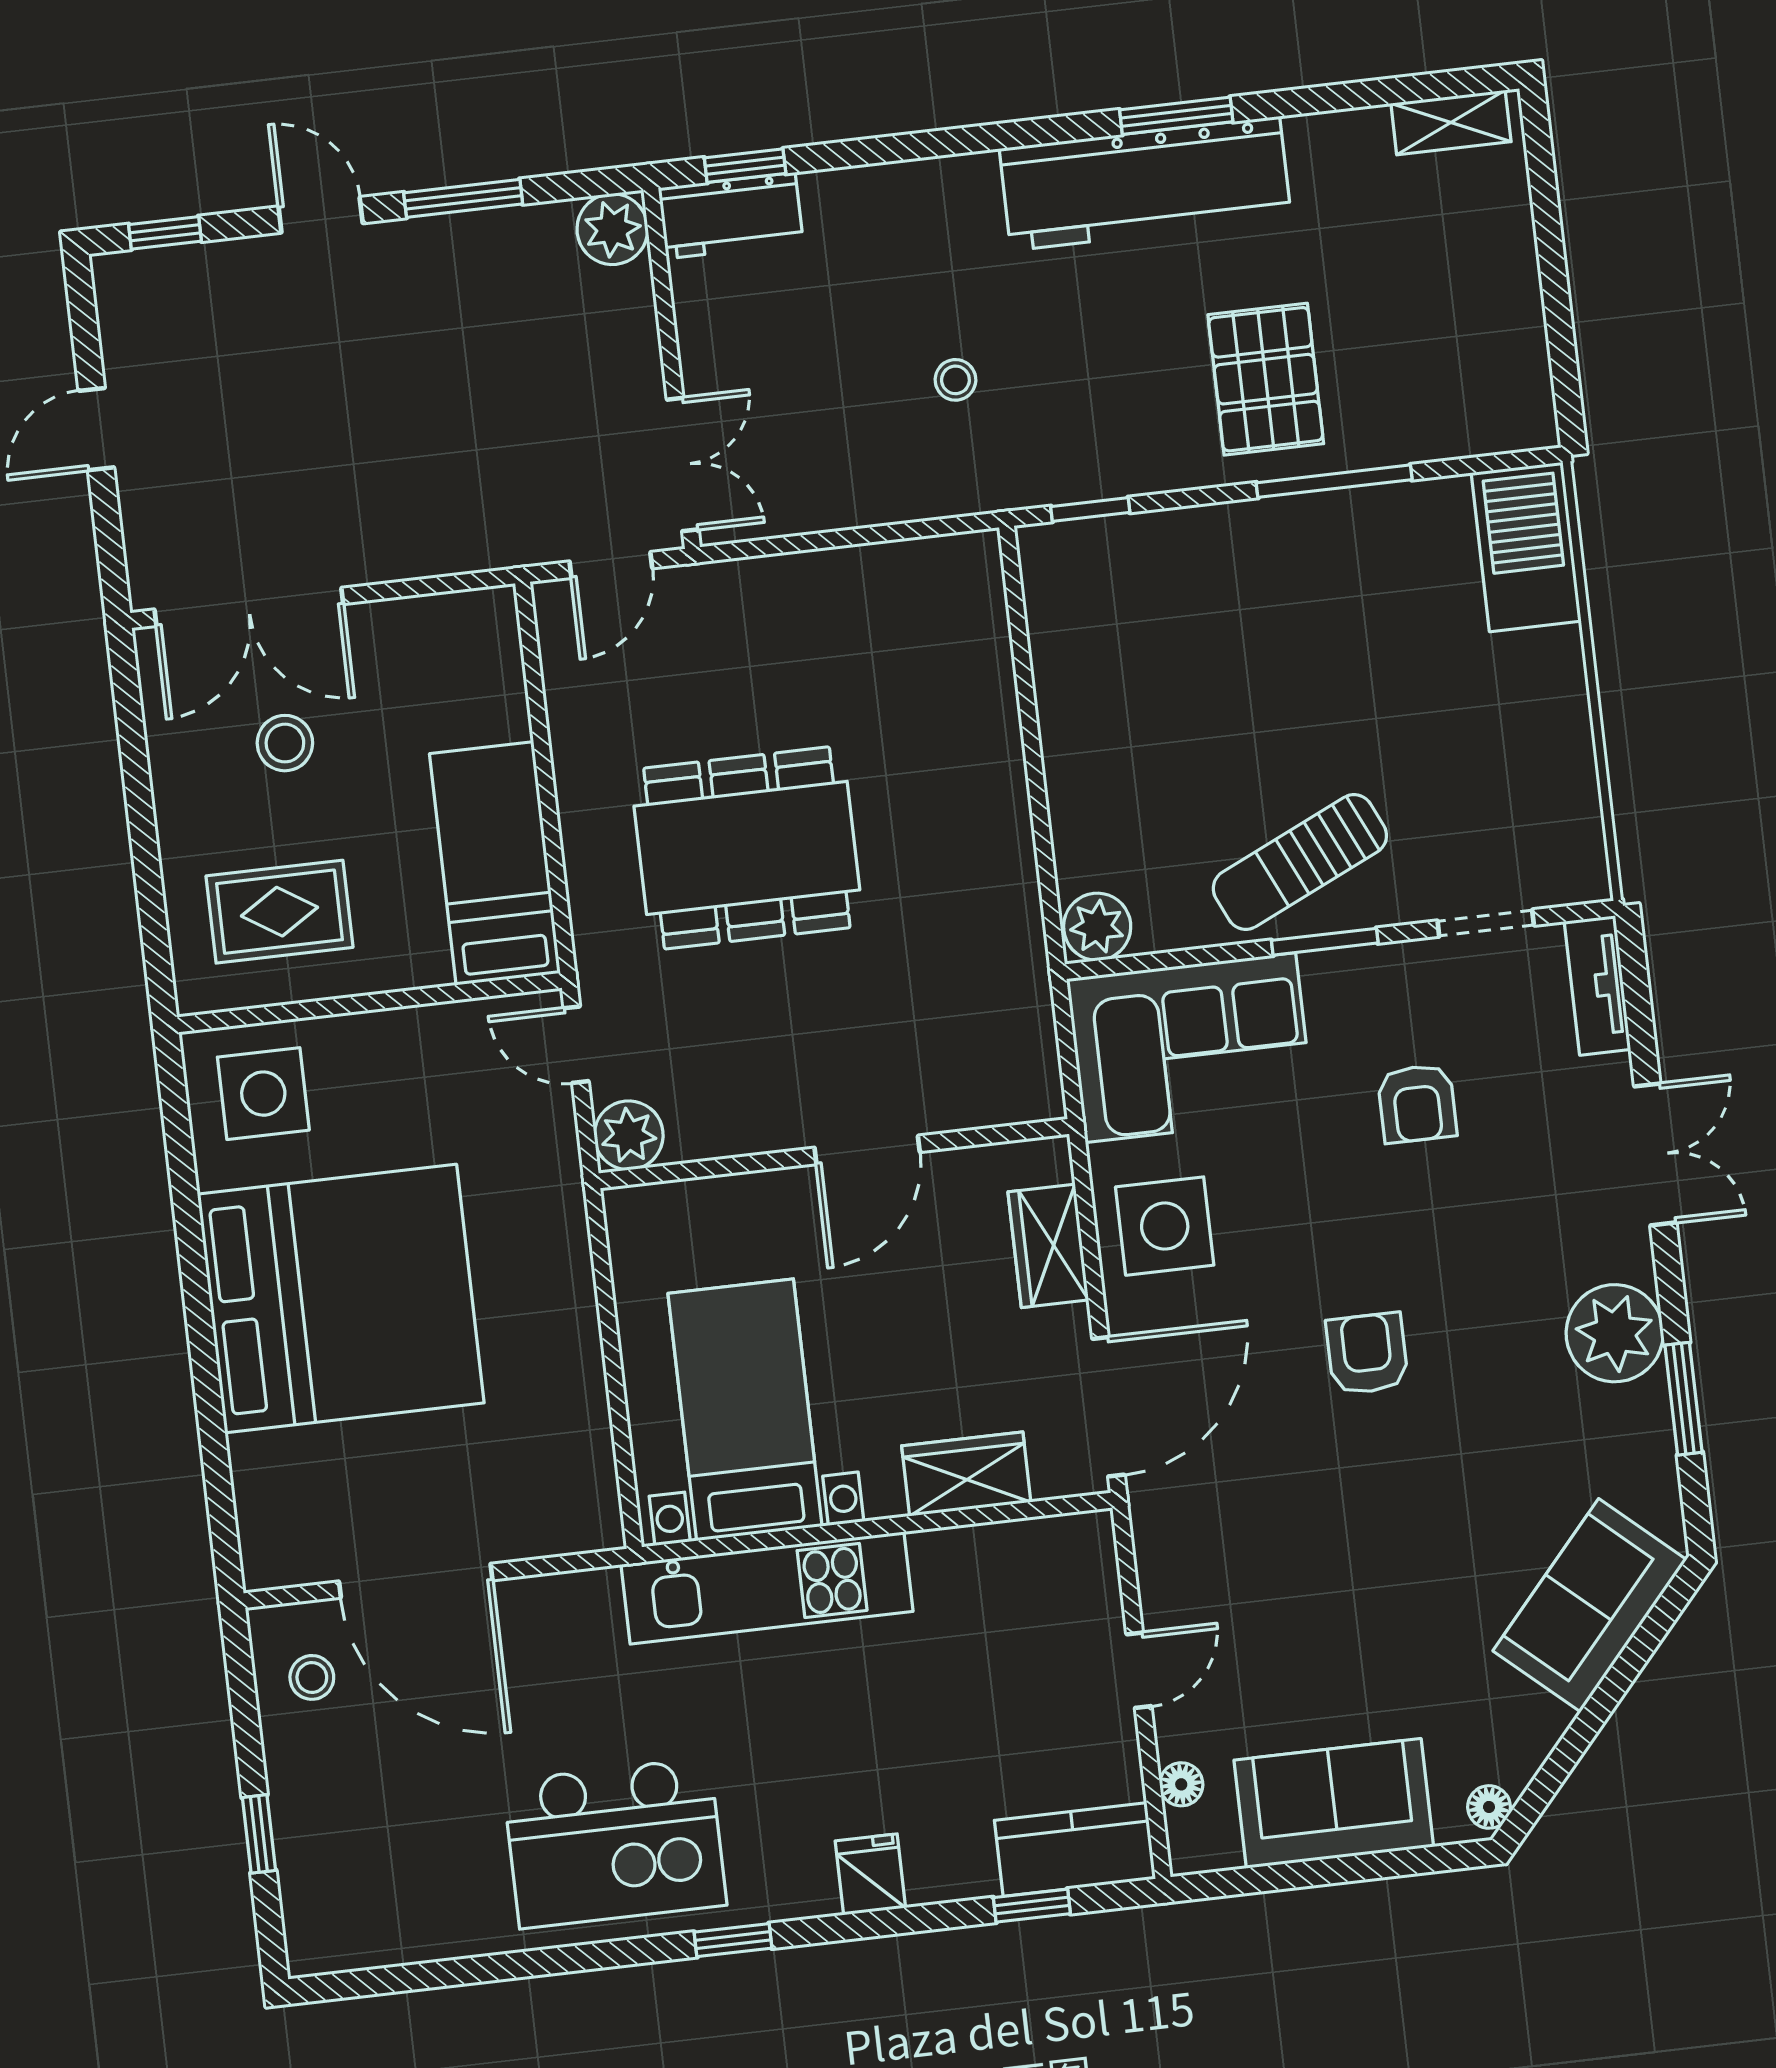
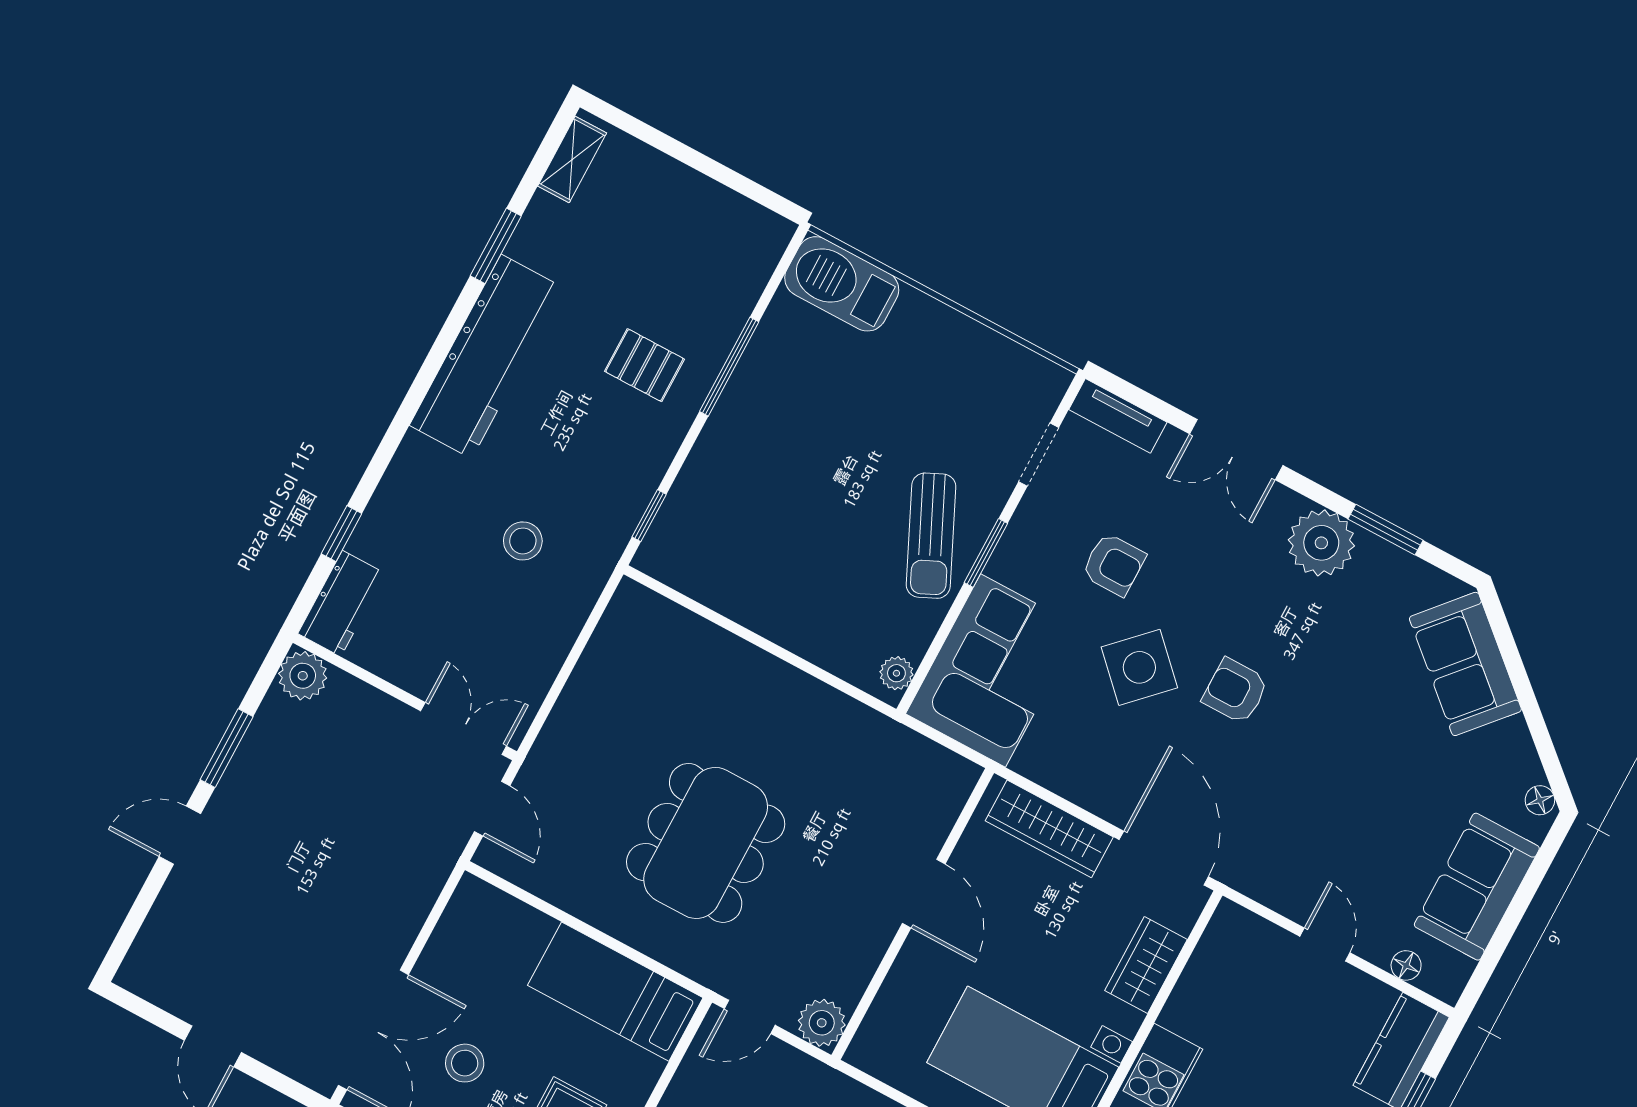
window: (1176, 116) -> (496, 246), moved
window: (745, 166) -> (342, 534), moved
window: (165, 233) -> (129, 930), removed
pallet: (1266, 379) -> (644, 365), width x0.67, depth x0.71
stool: (955, 380) -> (523, 541), width x1.37, depth x1.37
plant: (1097, 927) -> (896, 673), width x0.73, depth x0.73
double door: (1655, 1154) -> (1236, 450), swing flipped
side table: (1165, 1226) -> (1139, 667), moved, turned 45
wardrobe: (1048, 1246) -> (1049, 829), width x1.50

